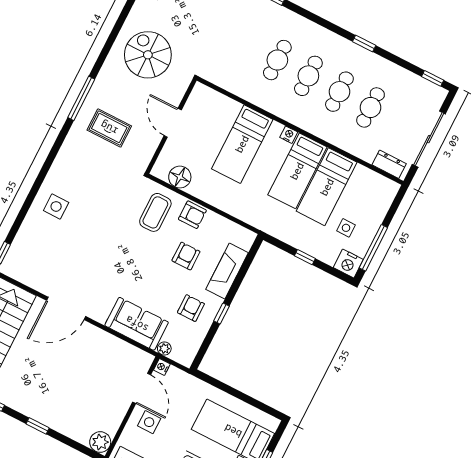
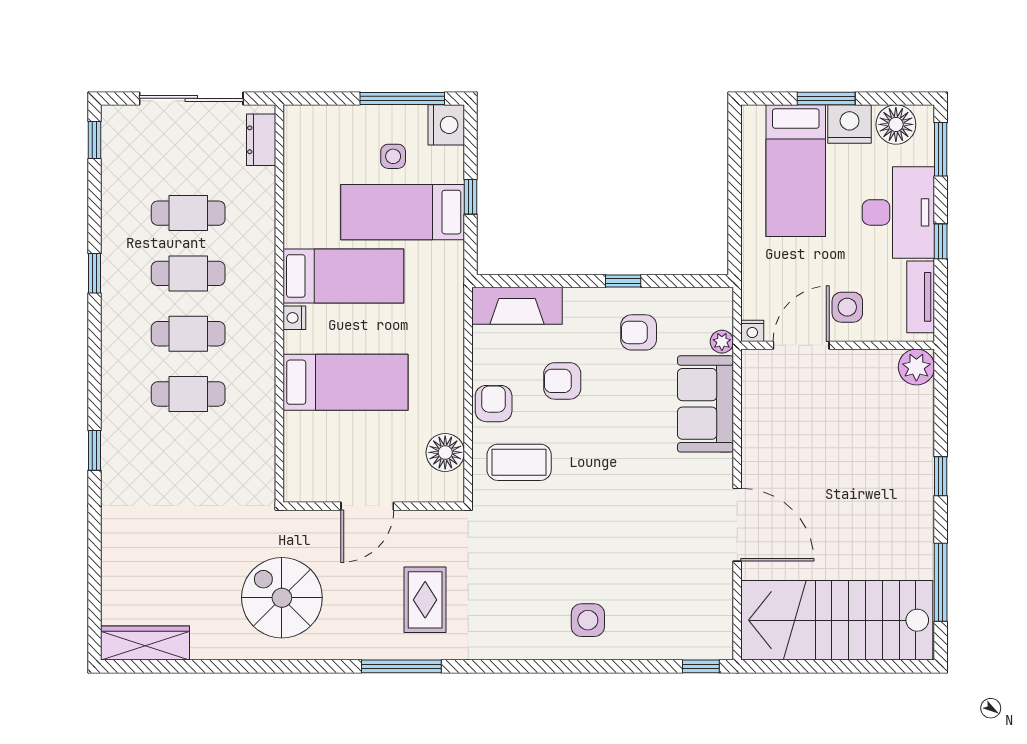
spiral stairs: (148, 55) -> (282, 598), turned 90
bed: (327, 187) -> (403, 212), moved, turned 180
fireplace: (227, 271) -> (517, 306), moved

